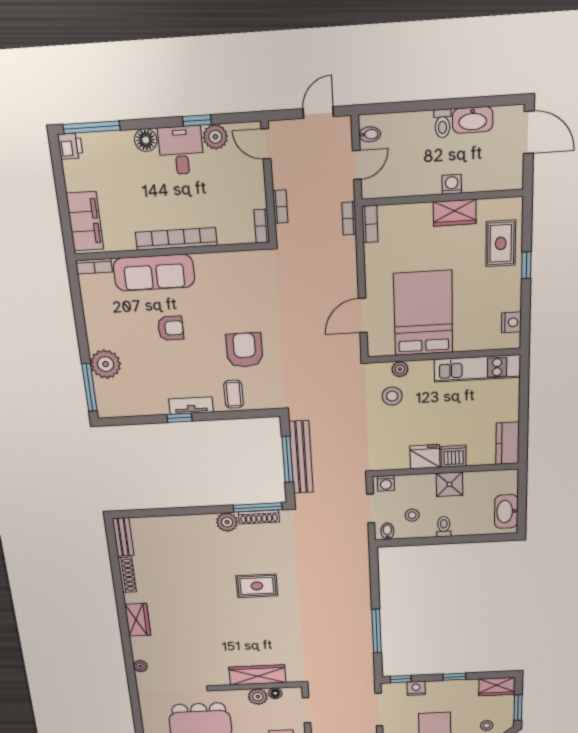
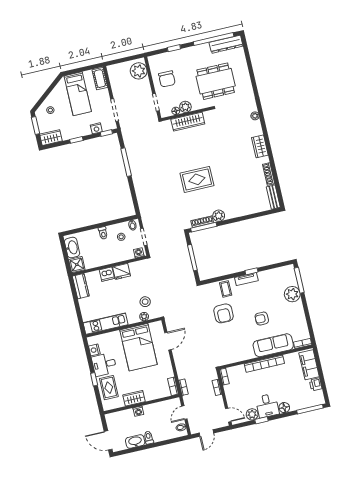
printer: (70, 146) -> (316, 384), moved
desk: (499, 291) -> (104, 364), added
bench: (301, 457) -> (186, 260), removed
shower: (449, 484) -> (77, 265), moved
rug: (257, 586) -> (197, 179), width x1.36, depth x1.43

